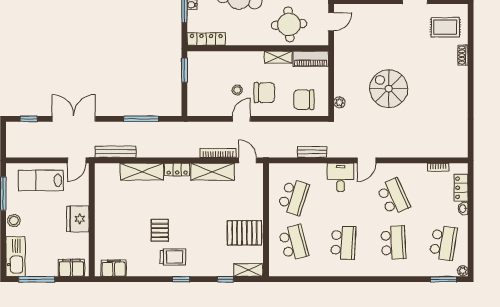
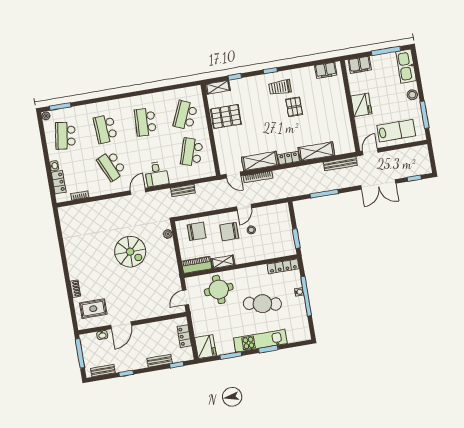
school desk: (293, 243) -> (185, 115), turned 39

